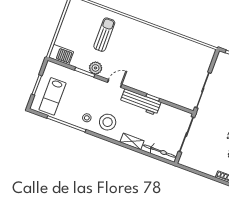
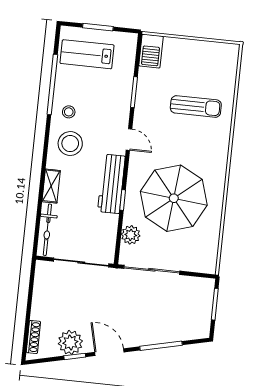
parasol: (160, 64) -> (174, 198), added
plant: (95, 68) -> (131, 235), moved

